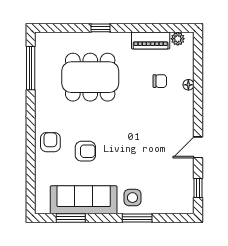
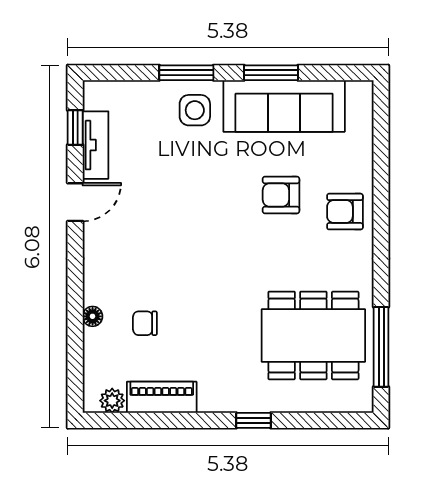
dining table: (90, 77) -> (313, 335), moved
armchair: (50, 142) -> (345, 212), turned 90
tv unit: (187, 178) -> (95, 145), added
window: (71, 218) -> (271, 73), moved

